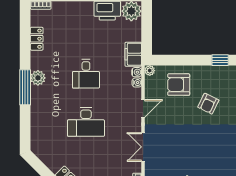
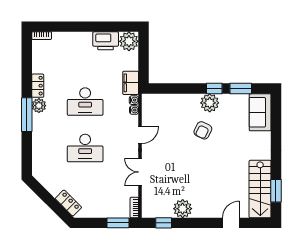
locker: (37, 39) -> (38, 86), moved
plant: (150, 71) -> (210, 103), moved, width x1.87, depth x1.87
desk: (86, 74) -> (85, 102), width x1.37
armchair: (179, 85) -> (174, 112), removed

